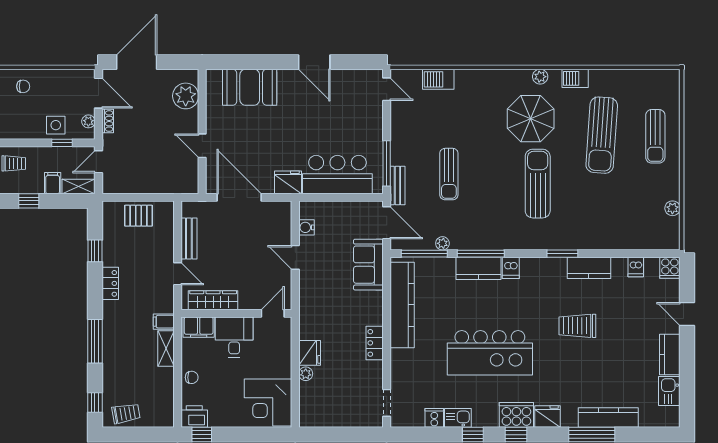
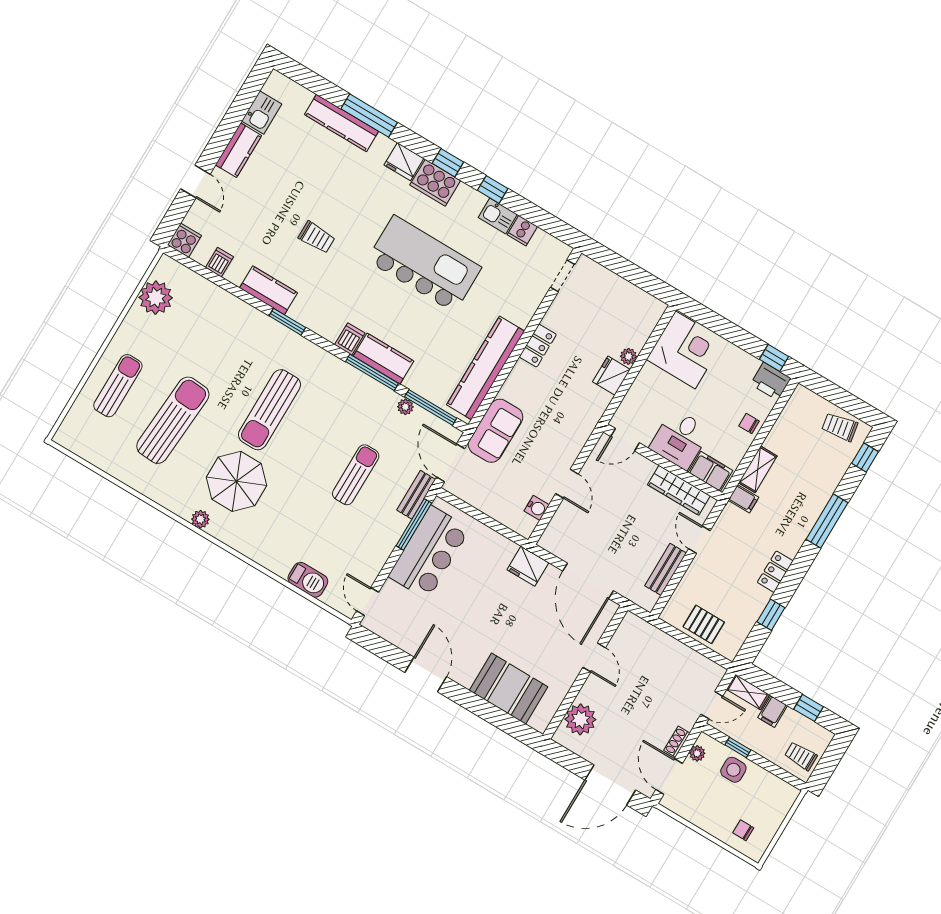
barbecue: (575, 78) -> (165, 496), removed
bar counter: (337, 175) -> (429, 552), moved, turned -90
plant: (672, 208) -> (156, 298), width x1.87, depth x1.87
trolley: (577, 326) -> (317, 237), width x0.73, depth x0.72

